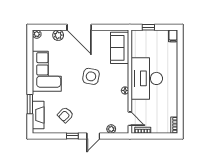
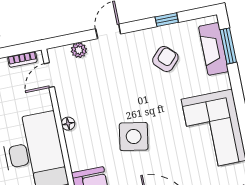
window: (30, 104) -> (228, 46), moved
door: (130, 119) -> (49, 75), hinge flipped
window: (72, 136) -> (167, 20), moved

